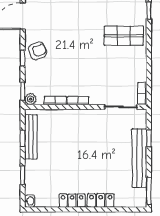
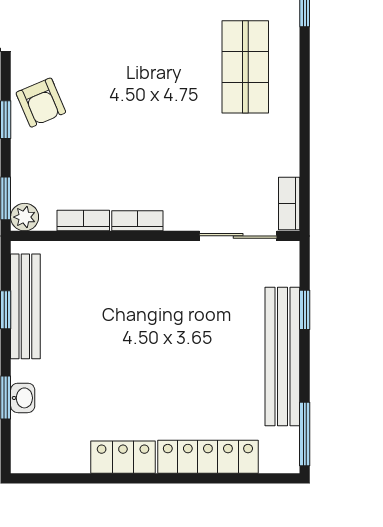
shop shelf: (124, 36) -> (245, 67), turned 90
armchair: (37, 51) -> (41, 103), turned 87
locker: (101, 200) -> (208, 457), width x1.53
washbasin: (30, 201) -> (23, 398), moved

